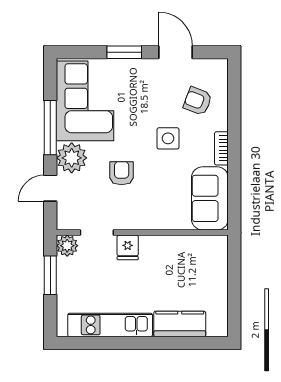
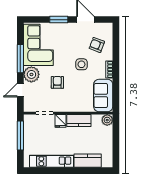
plant: (67, 246) -> (107, 120), moved
kitchen counter: (163, 247) -> (79, 121), added
window: (50, 275) -> (20, 135), width x1.44

